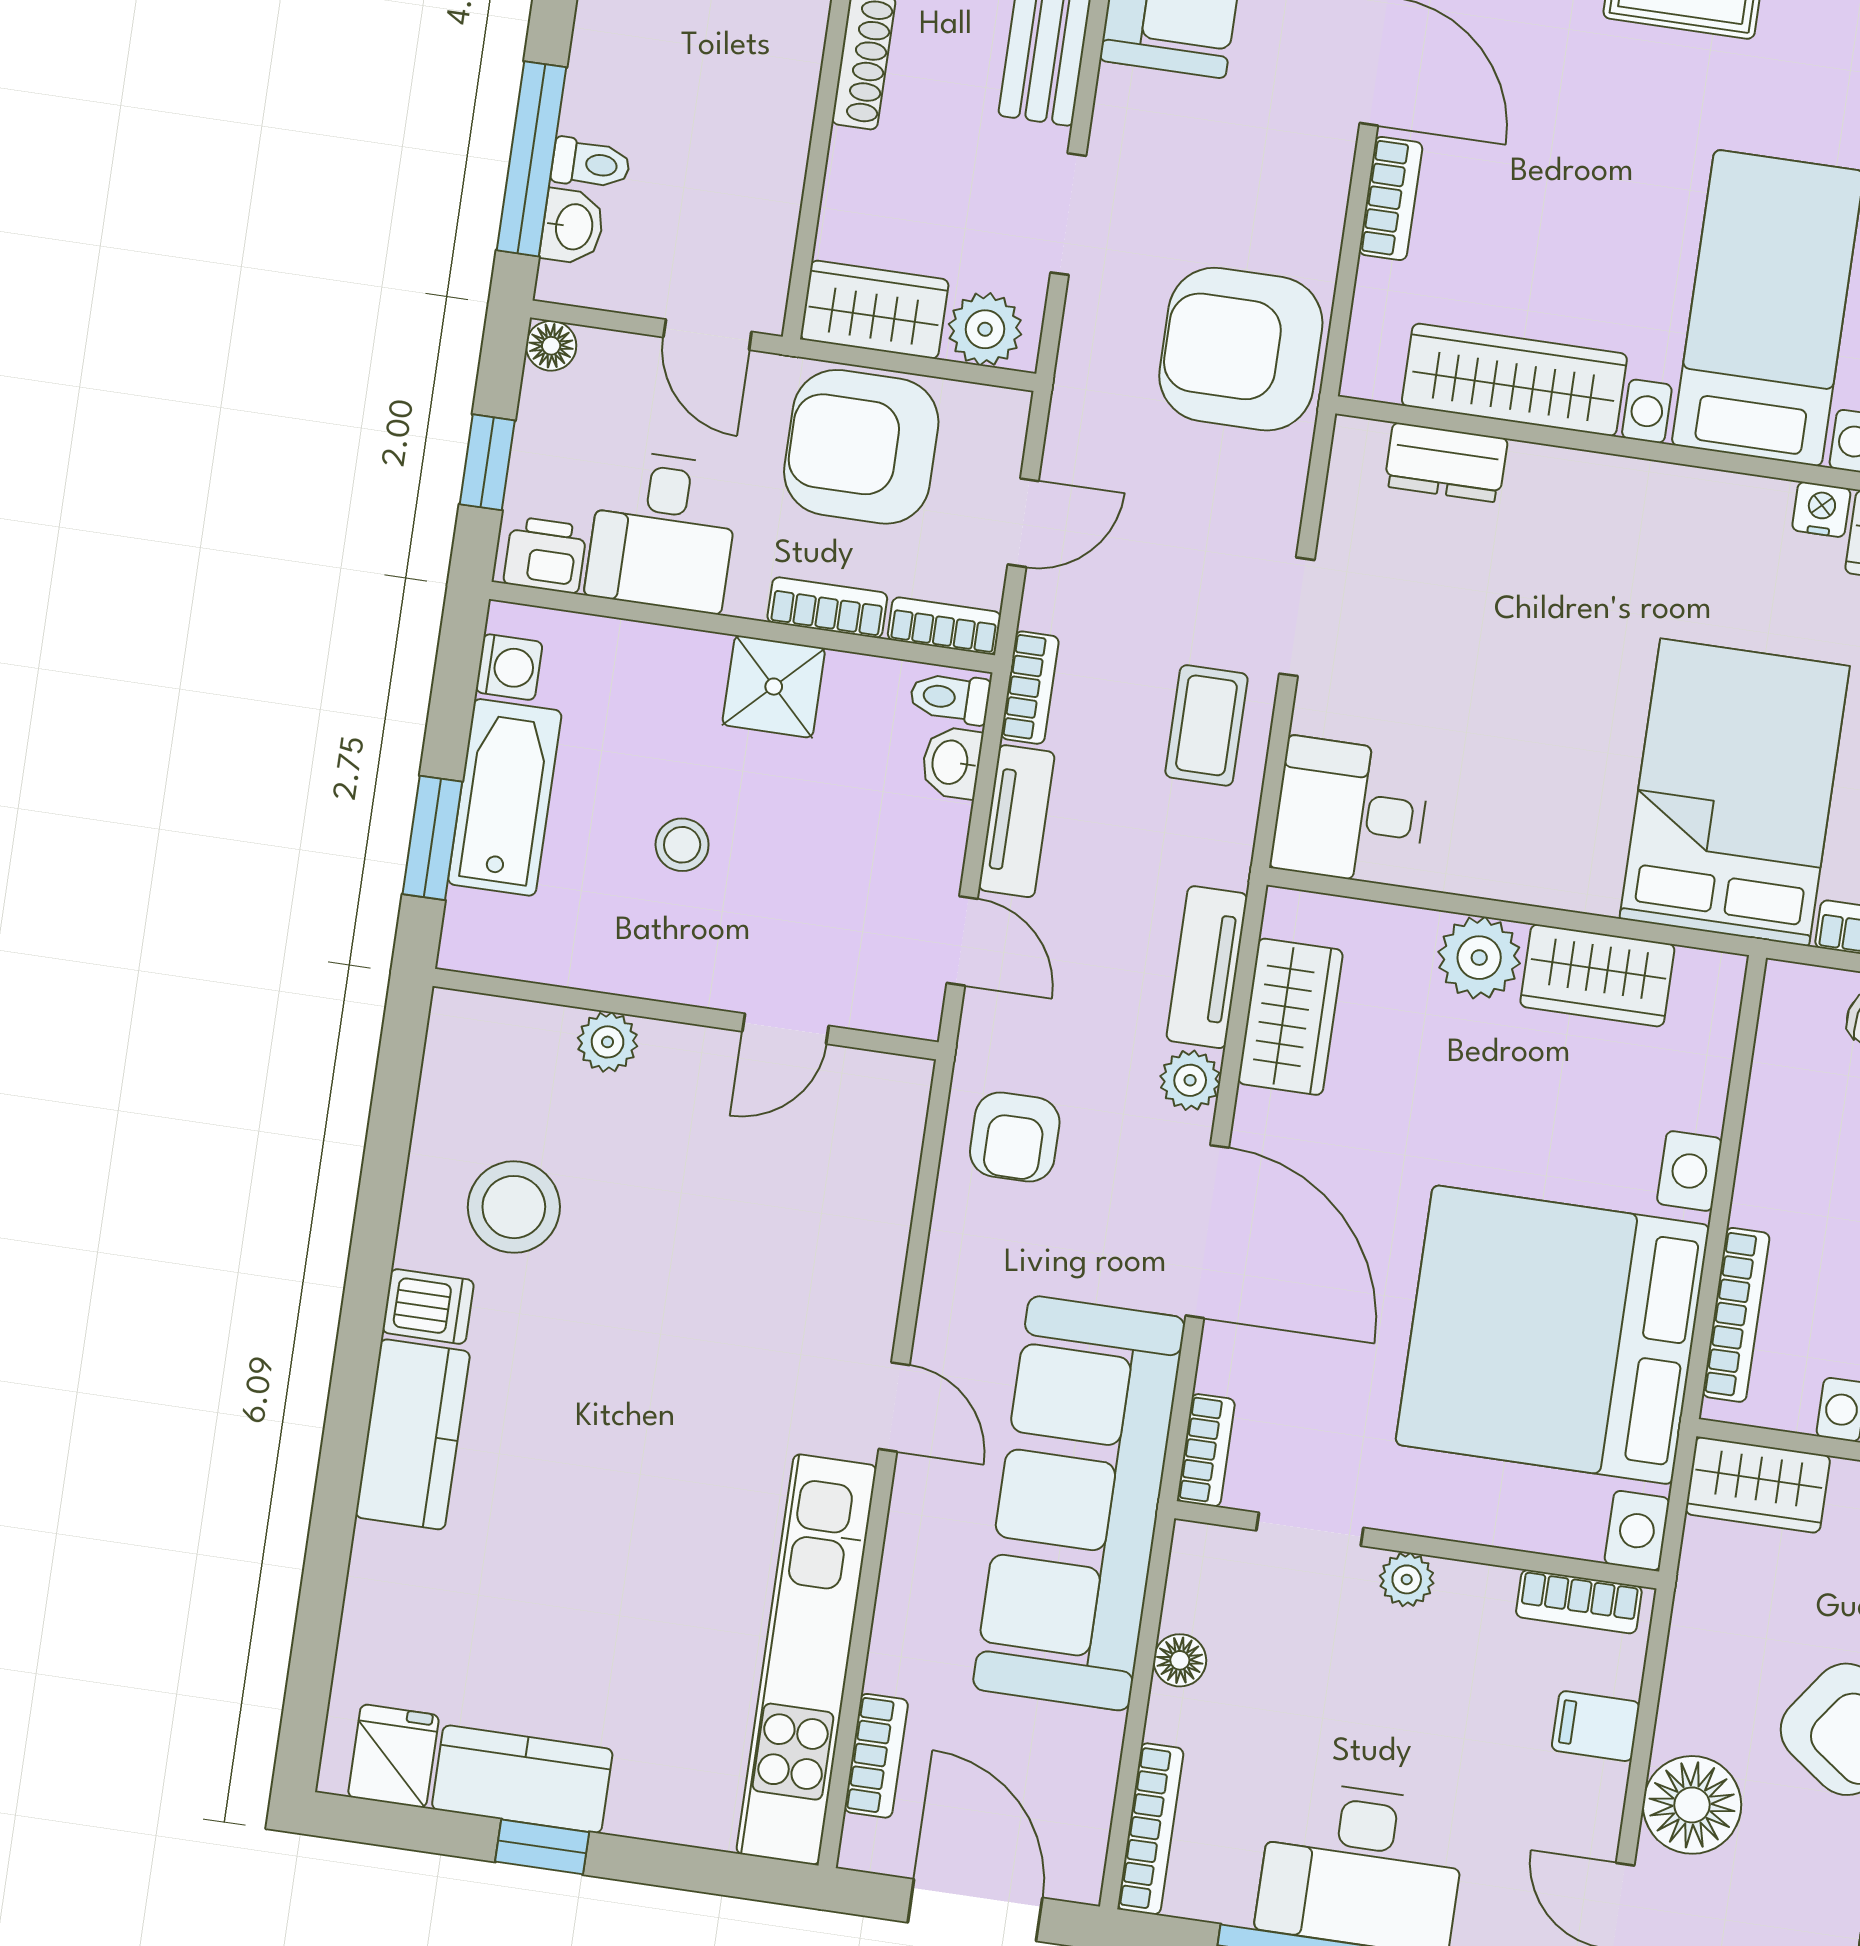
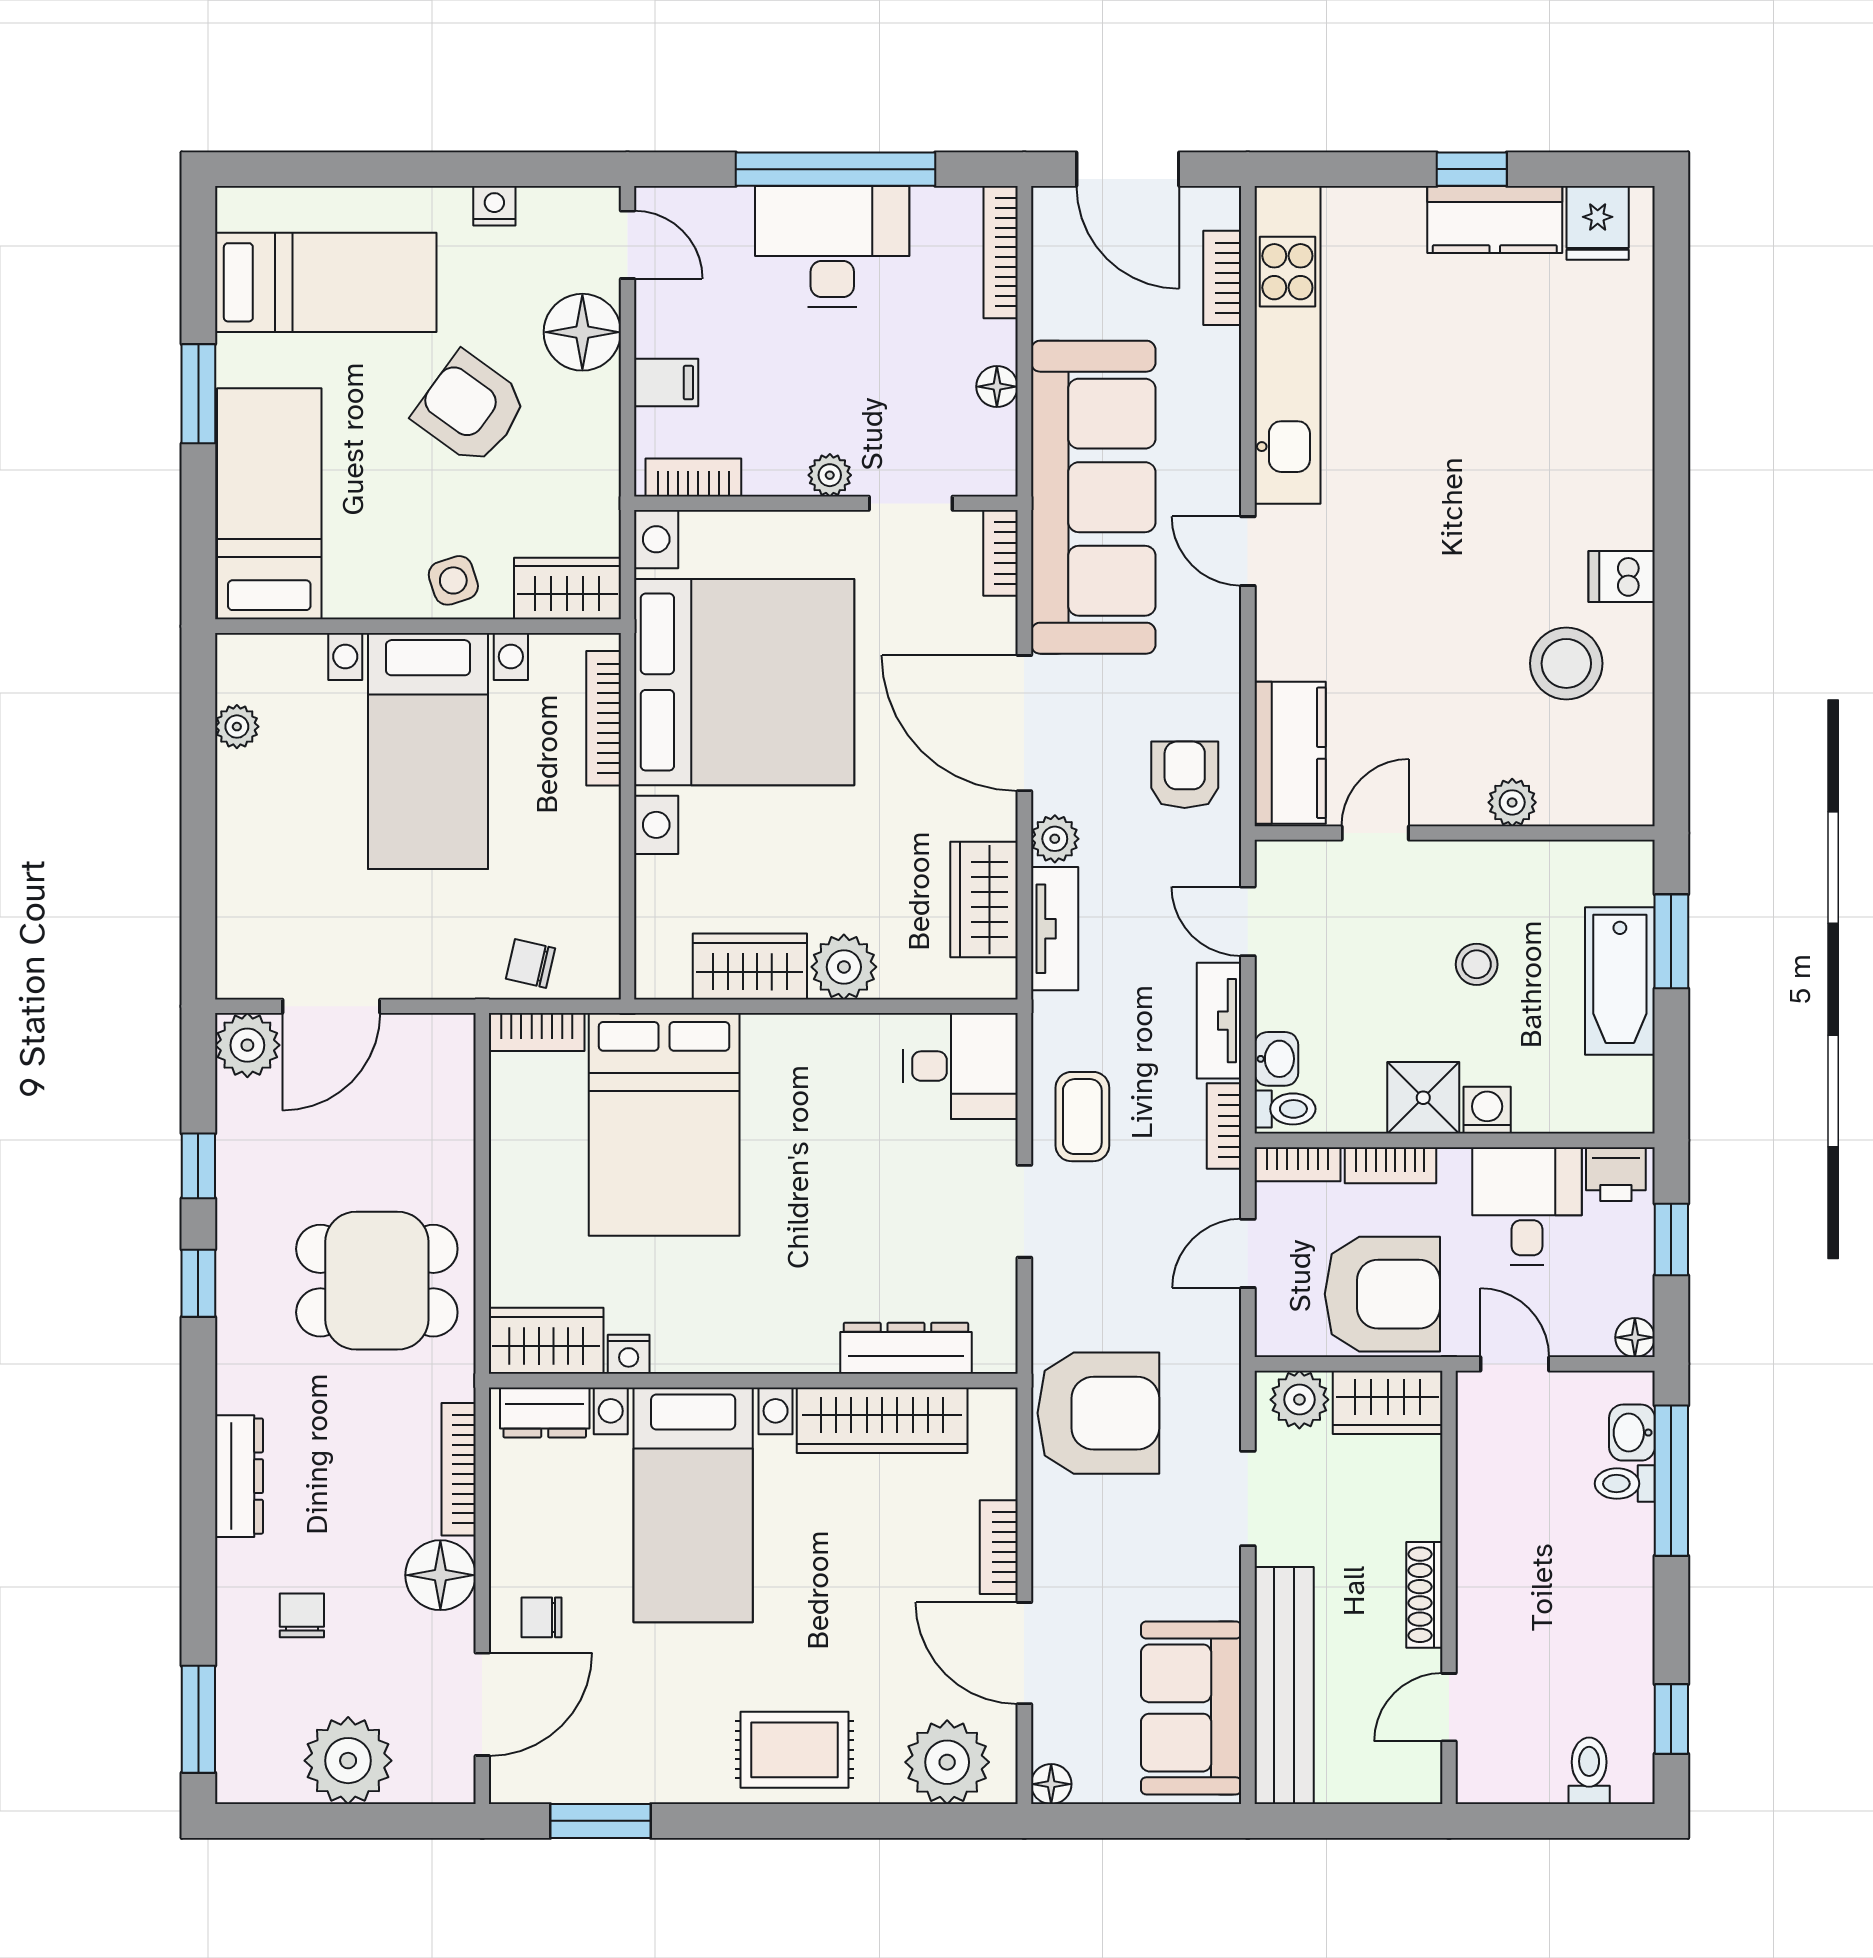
dresser: (1446, 462) -> (906, 1348), width x1.44
washing machine: (509, 667) -> (1487, 1110), moved, turned 90
kitchen counter: (413, 1434) -> (1290, 753), moved, turned 180

